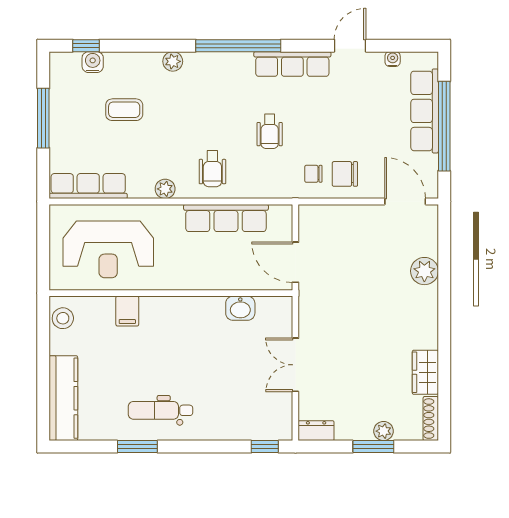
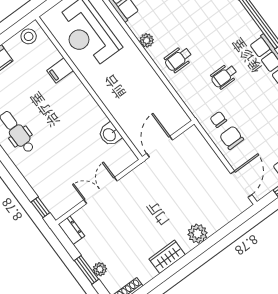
row of seats: (226, 218) -> (156, 88), removed
plant: (424, 271) -> (197, 234), moved
wardrobe: (425, 372) -> (167, 257), moved

